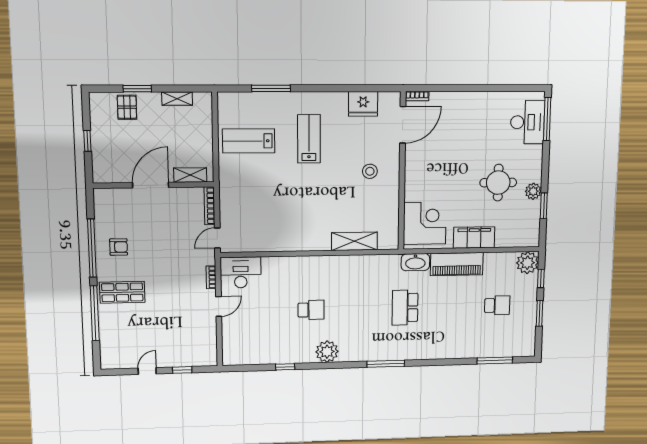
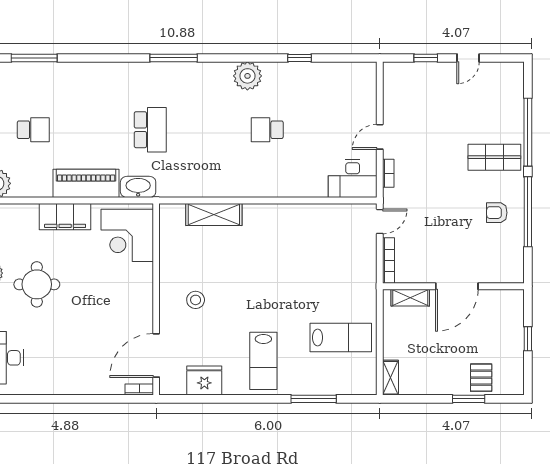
shelving: (177, 99) -> (390, 378), moved, turned 90
lab bench: (309, 139) -> (263, 361), moved
school desk: (497, 305) -> (33, 130), turned 180

